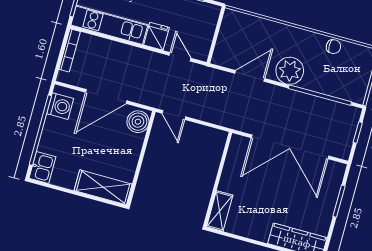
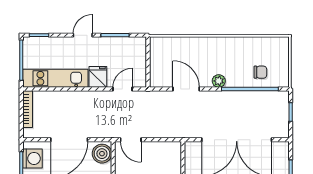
chair: (333, 47) -> (260, 72), moved
door: (180, 57) -> (123, 89), hinge flipped
plant: (290, 71) -> (219, 81), width x0.53, depth x0.53
door: (250, 76) -> (186, 89), hinge flipped

